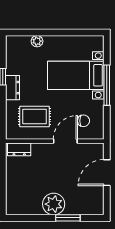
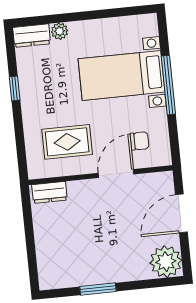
dresser: (13, 88) -> (32, 36), moved, turned 90
plant: (54, 204) -> (166, 262), moved
window: (68, 218) -> (98, 289), moved

